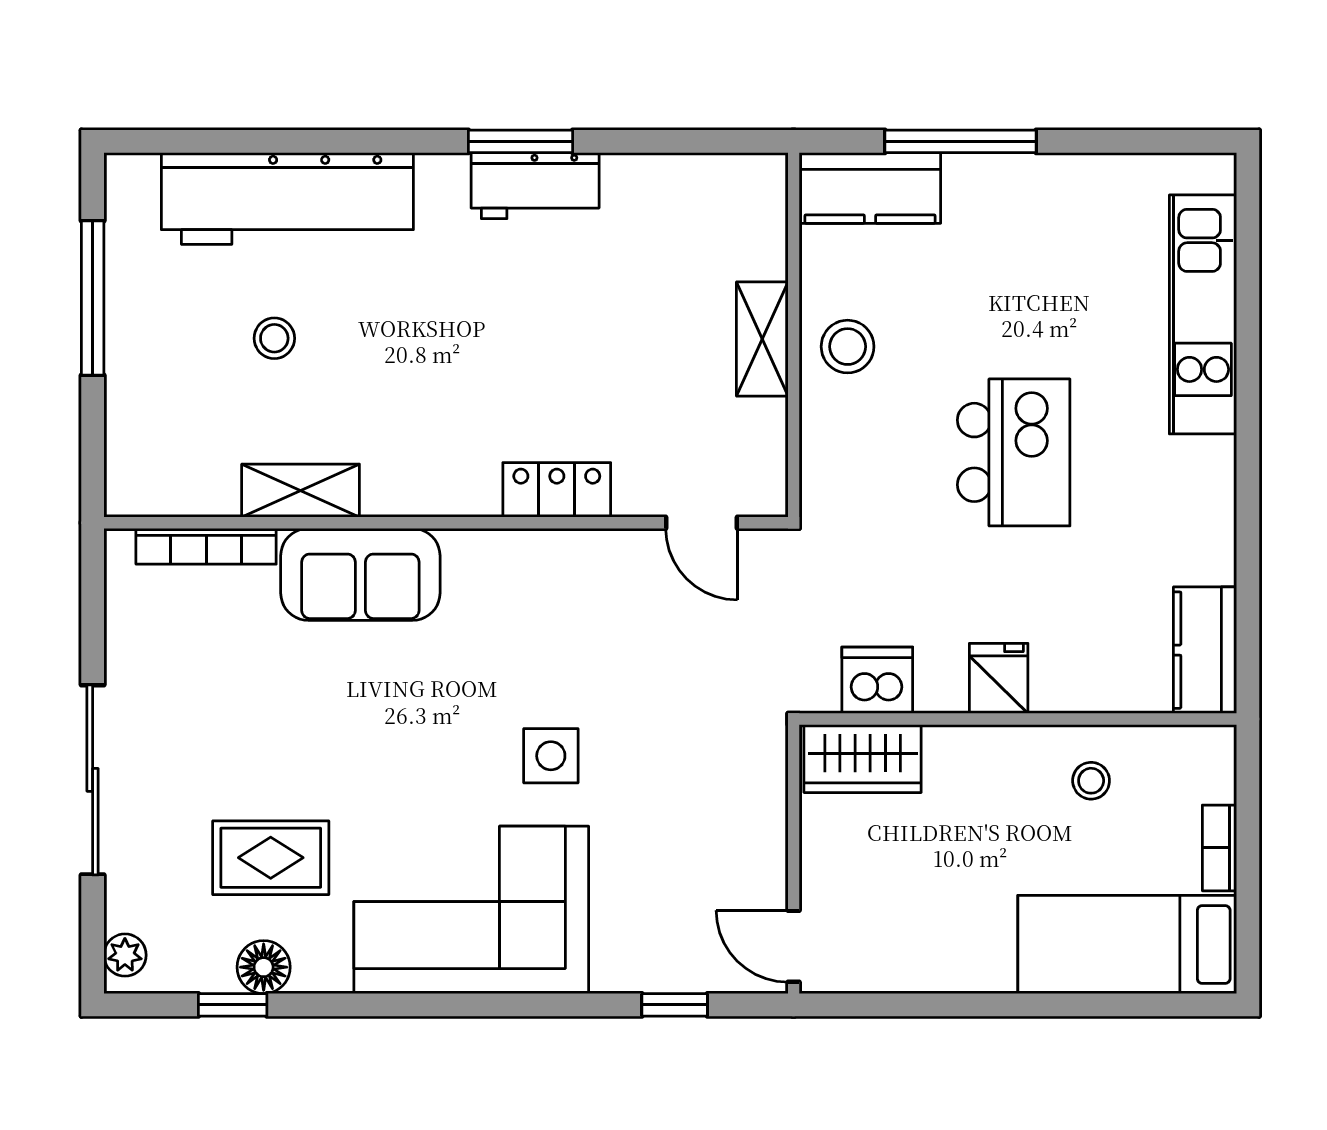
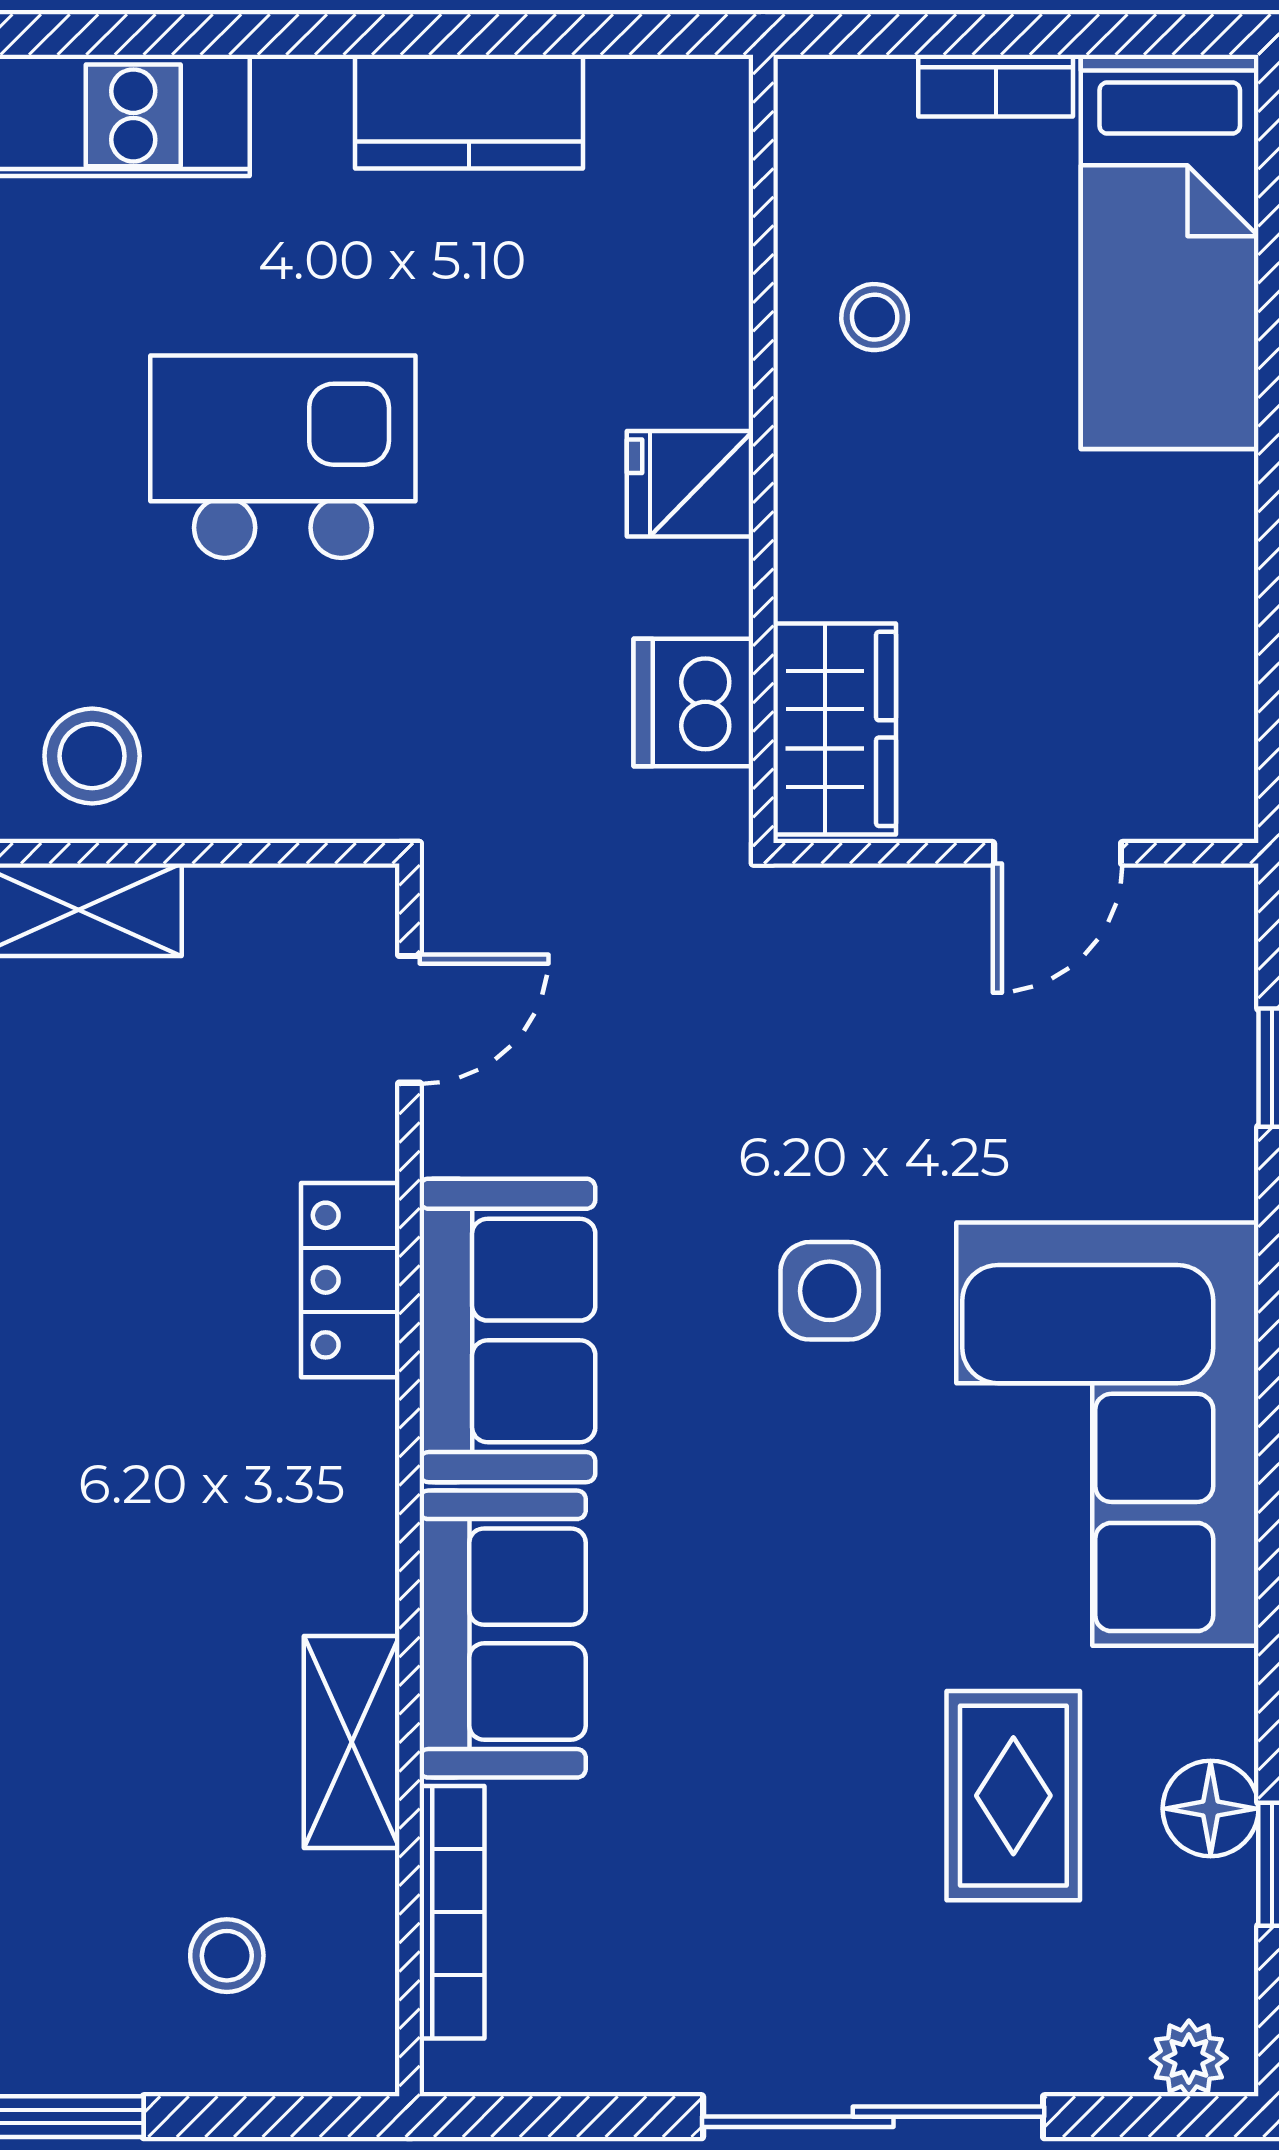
stool: (274, 338) -> (227, 1956), moved
sofa: (529, 577) -> (507, 1330), added
kitchen counter: (1205, 650) -> (469, 112), moved
door: (794, 946) -> (1058, 853), moved

